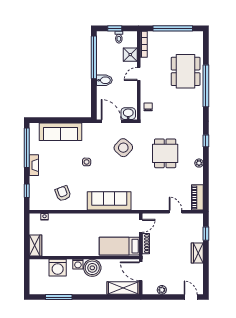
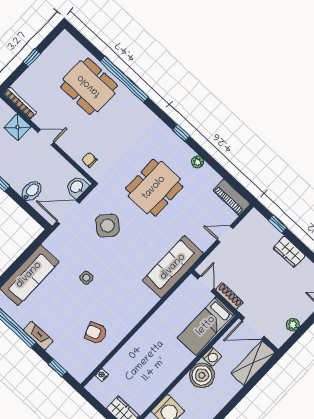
window: (173, 28) -> (32, 58), width x0.32
door: (139, 74) -> (46, 137), swing flipped
bidet: (104, 80) -> (31, 191), moved
dining table: (165, 153) -> (154, 188), width x1.38
sofa: (109, 201) -> (173, 267), moved
washing machine: (78, 264) -> (212, 357), moved

